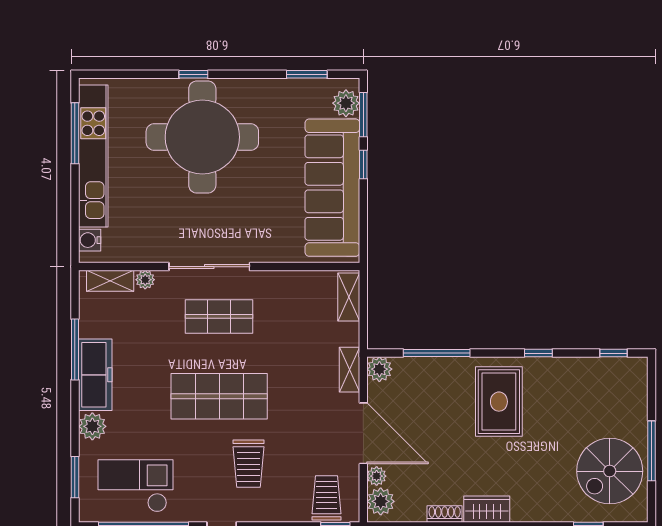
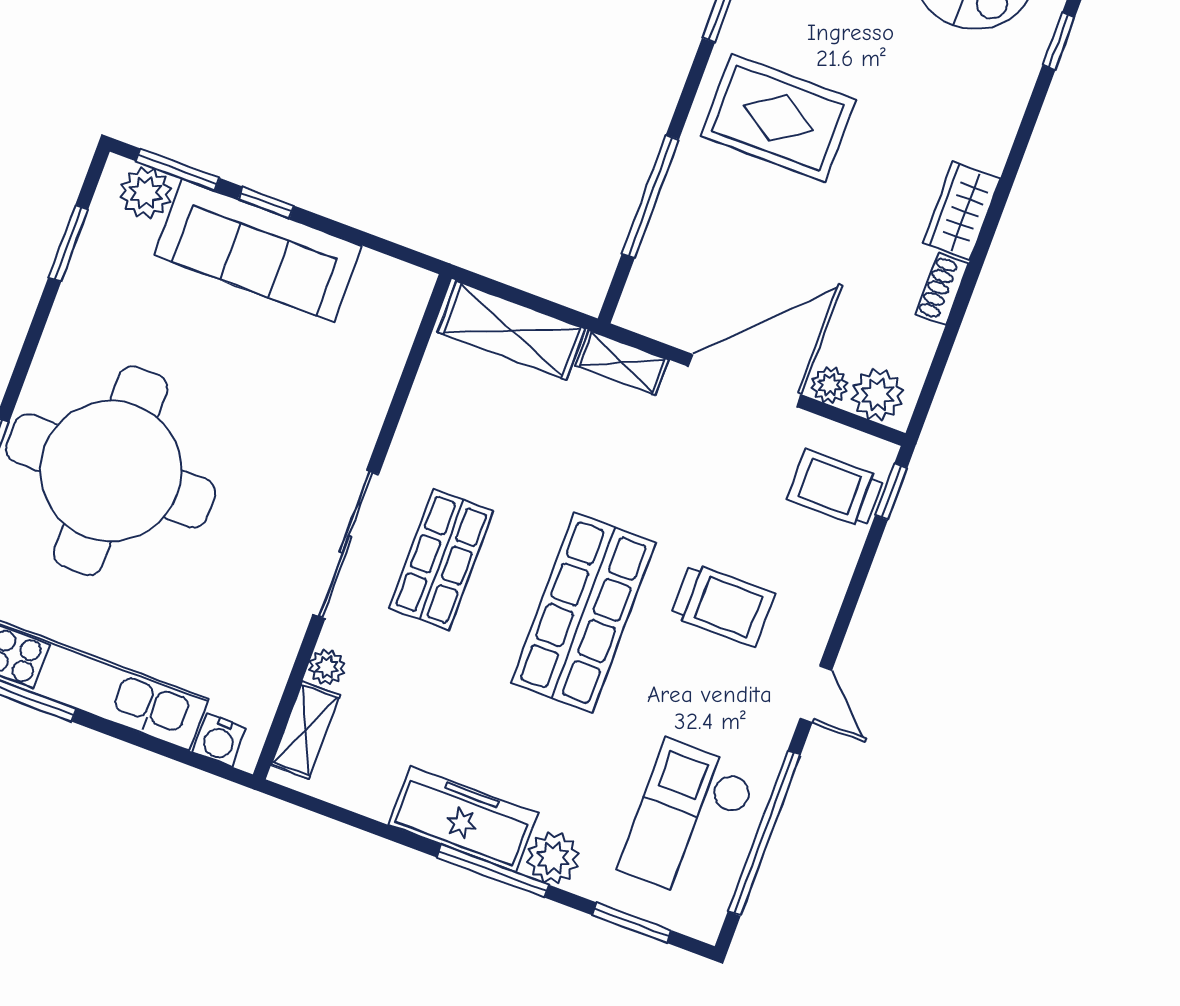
sofa: (332, 188) -> (258, 250), width x0.74, depth x0.79
shelving: (349, 297) -> (512, 330), width x1.50, depth x1.33
window: (75, 349) -> (493, 871), moved
plant: (379, 369) -> (641, 309), removed

